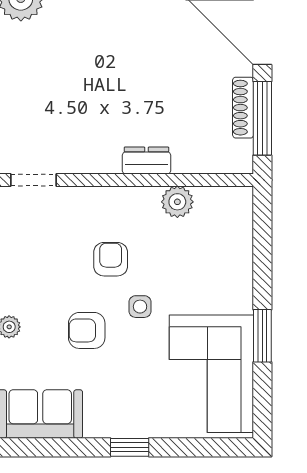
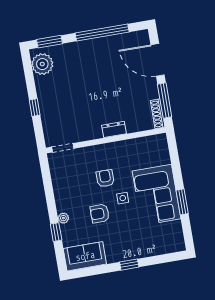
shoe rack: (243, 108) -> (158, 114), moved
plant: (177, 202) -> (132, 146), removed
corner sofa: (211, 374) -> (156, 195), moved

